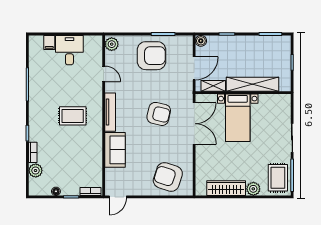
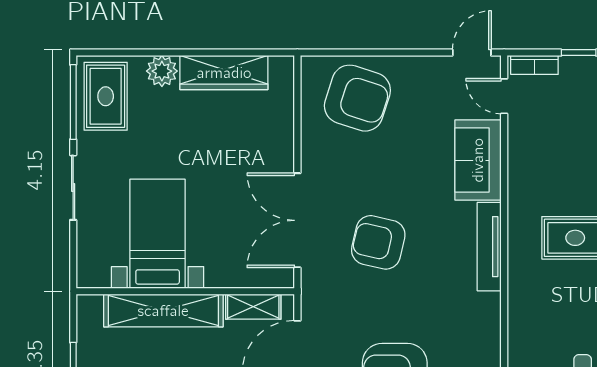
door: (104, 74) -> (504, 96), moved
bed with nightstands: (238, 118) -> (158, 234), moved

